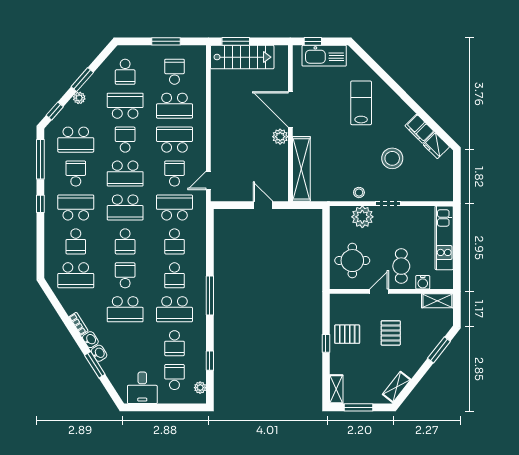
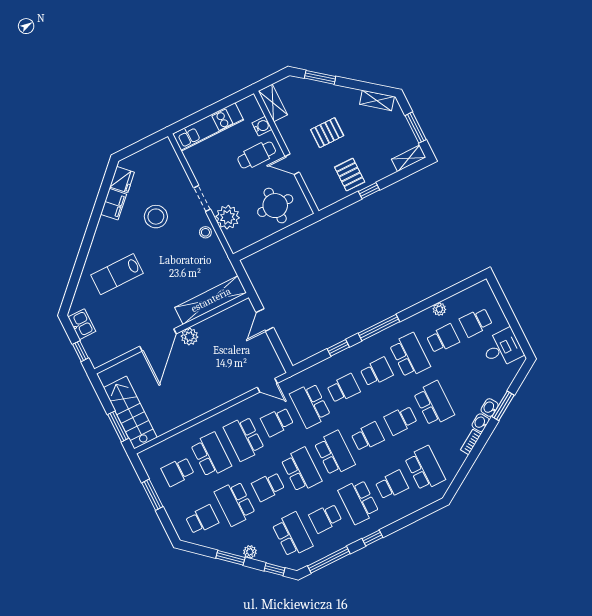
kitchen sink: (324, 56) -> (82, 324), width x0.53, depth x0.81
window: (210, 361) -> (338, 348), moved
plant: (200, 388) -> (439, 309), moved

